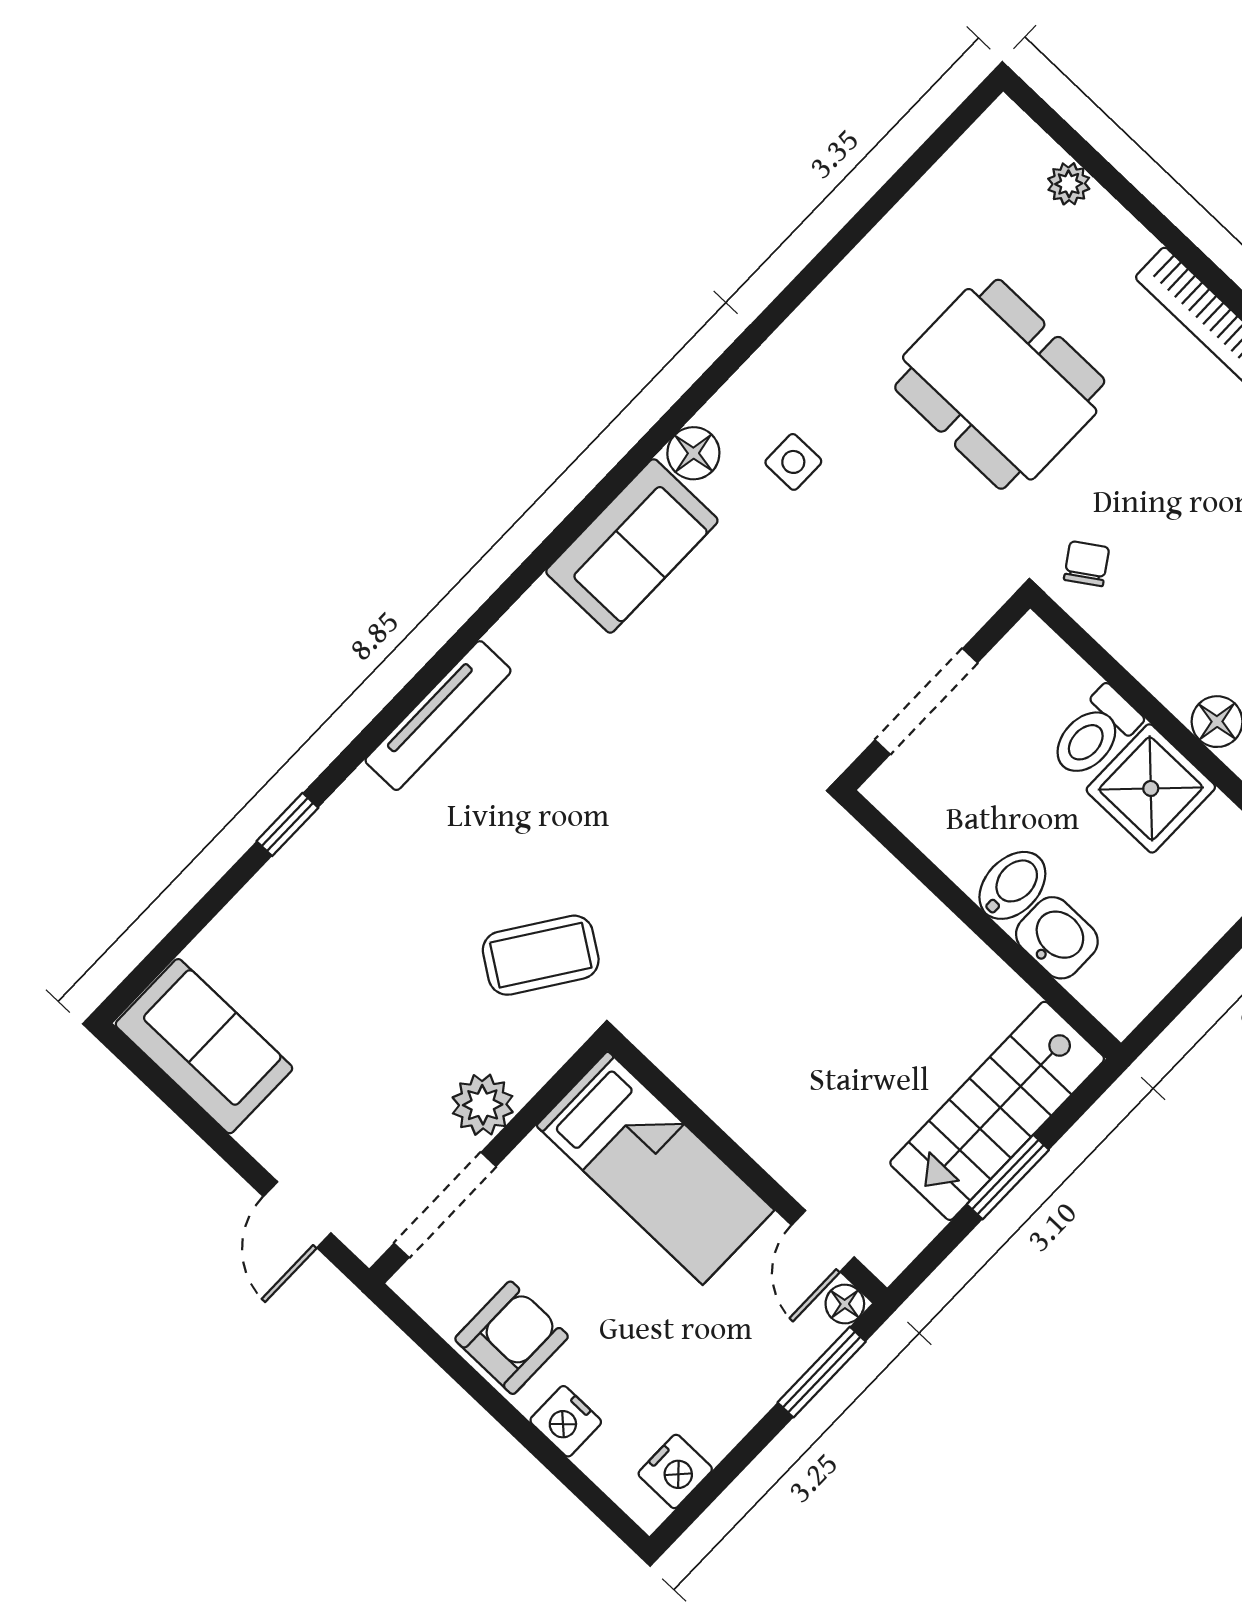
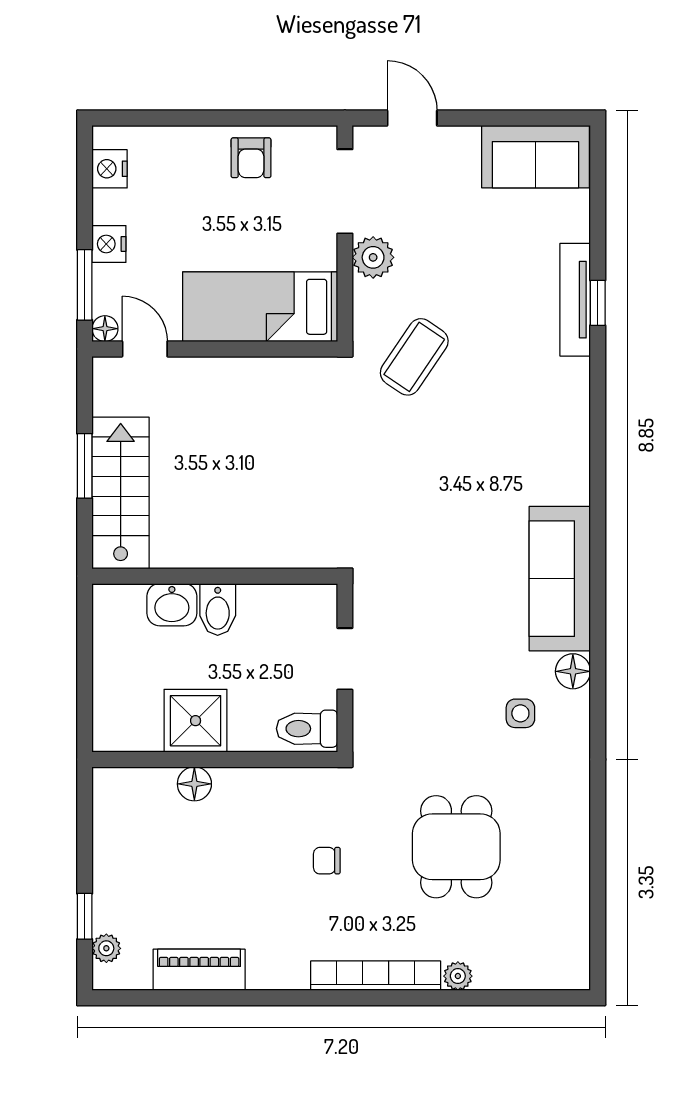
plant: (1069, 184) -> (458, 976), moved
dining table: (1000, 384) -> (456, 847), width x0.73
sofa: (632, 546) -> (560, 579), width x1.36
chair: (1087, 564) -> (327, 861), moved, turned 124
doorway: (926, 701) -> (345, 659), width x0.73
tv unit: (438, 716) -> (575, 300), moved
toilet: (1095, 733) -> (307, 729), moved, turned -90
armchair: (512, 1338) -> (251, 158), width x0.72, depth x0.72
nightstand: (566, 1421) -> (109, 244), moved, turned -90

